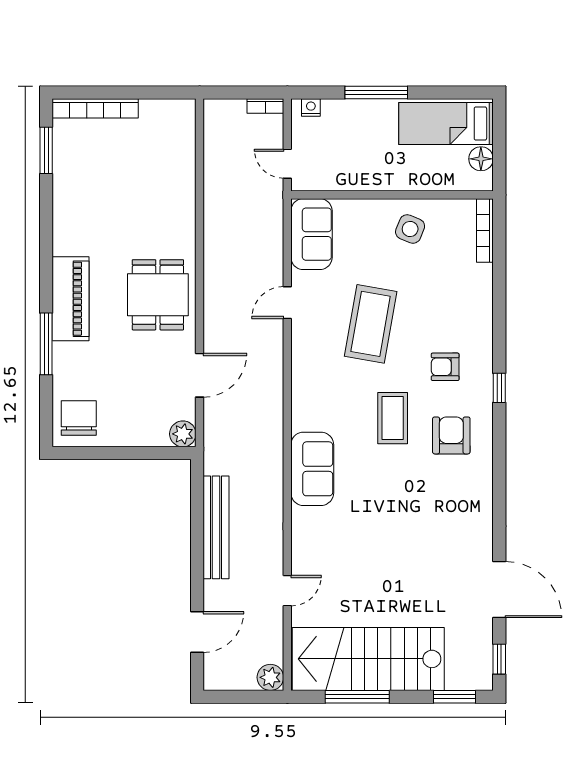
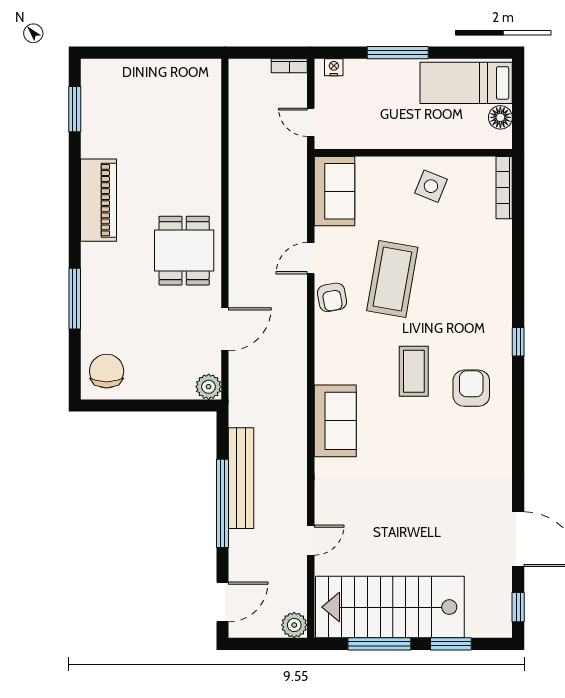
bookcase: (95, 108) -> (123, 68), removed
piano: (71, 299) -> (99, 200), moved
armchair: (445, 367) -> (332, 297), moved, turned -100
window: (197, 553) -> (223, 503), added
door: (197, 632) -> (223, 602), moved
window: (455, 697) -> (451, 644), moved

